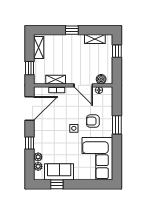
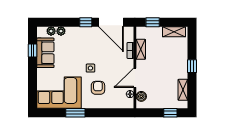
window: (117, 125) -> (75, 113), moved
window: (30, 143) -> (86, 22), moved

